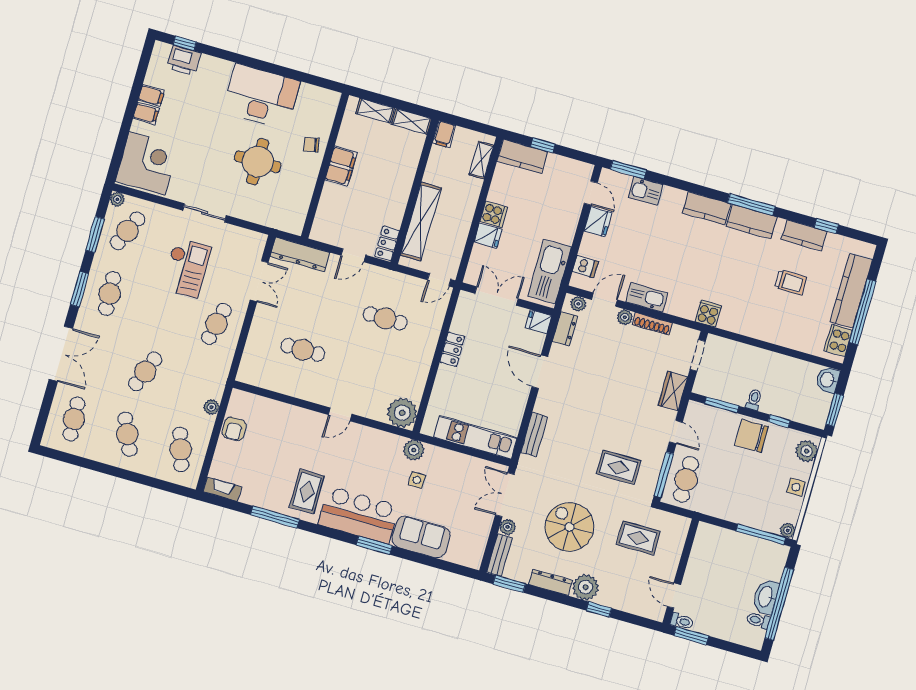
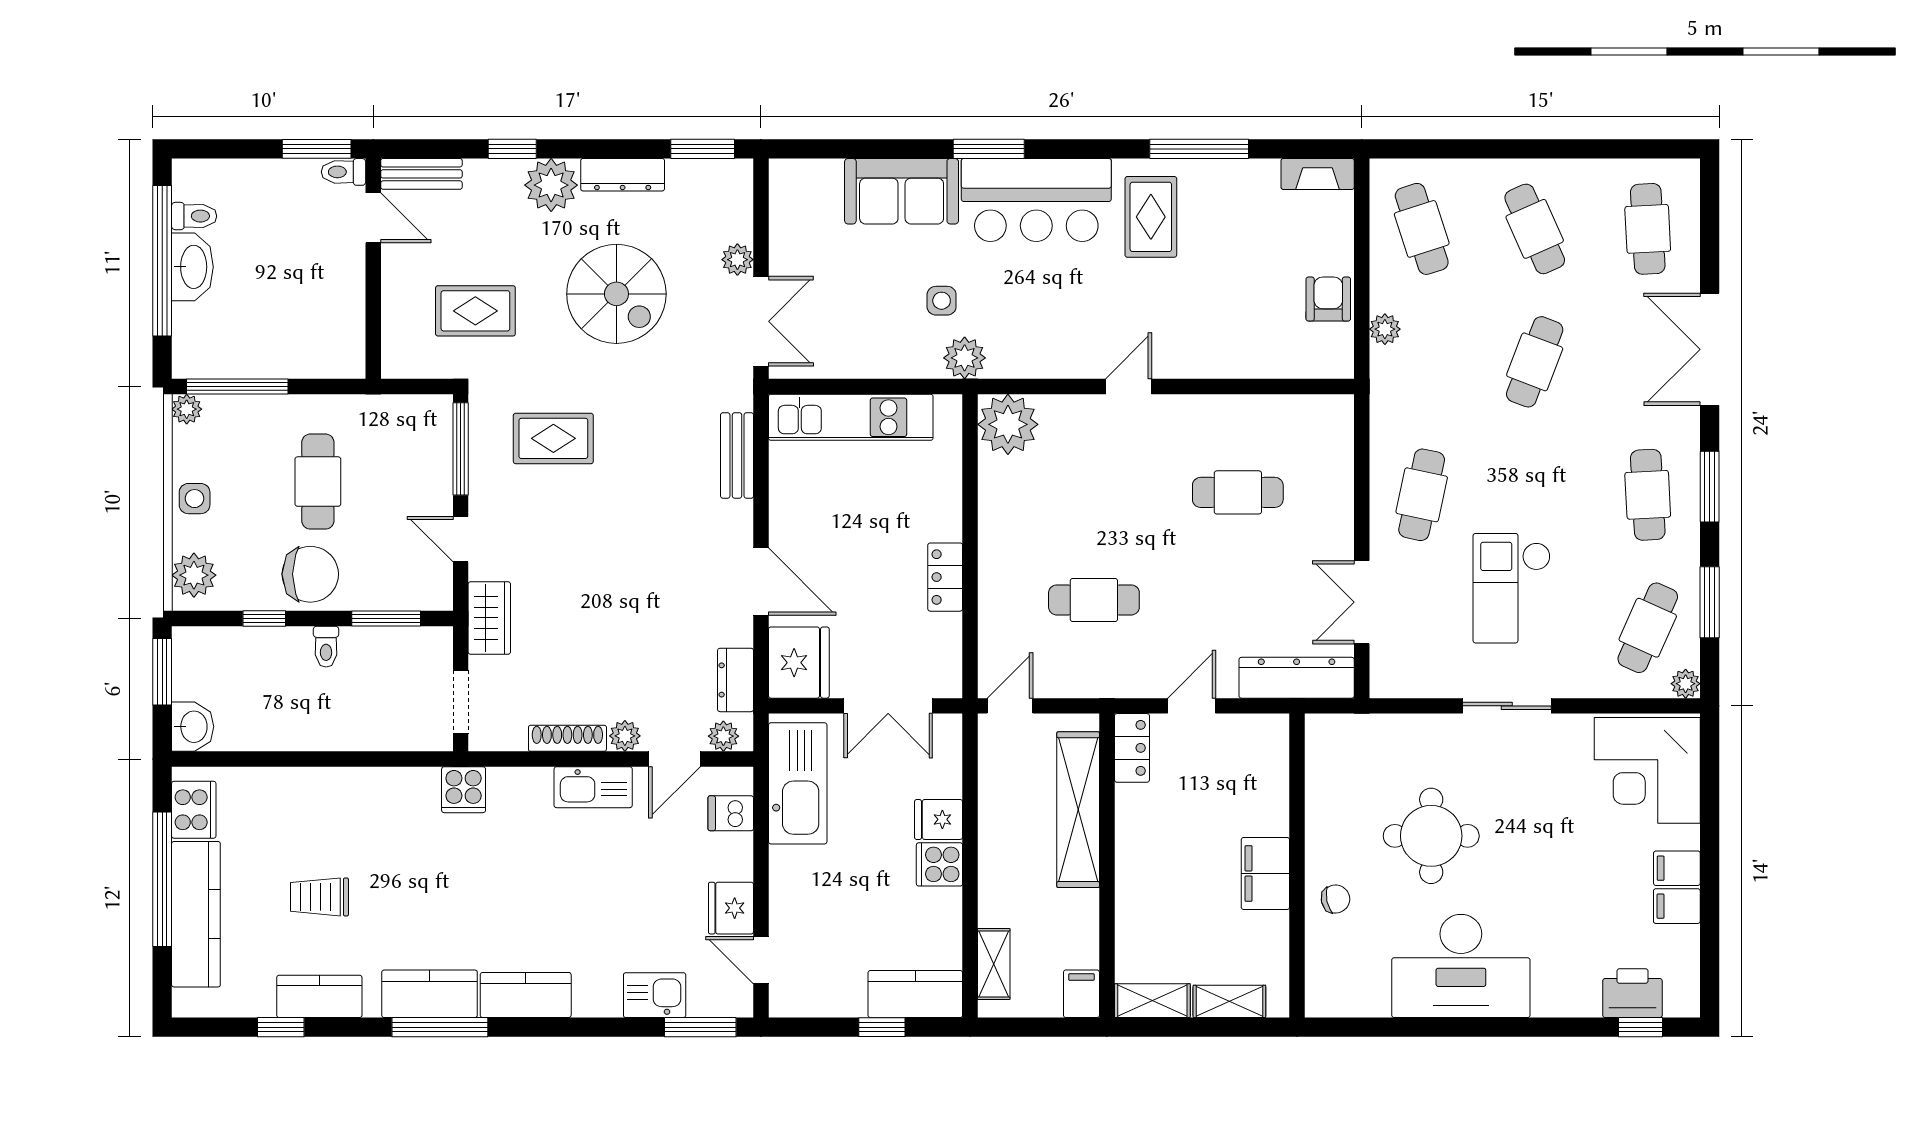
fridge: (539, 322) -> (799, 663), width x1.88, depth x1.34
cafe table: (686, 479) -> (318, 482), moved
bench: (499, 555) -> (421, 174), moved, turned 90

